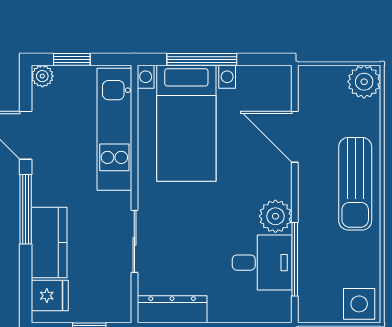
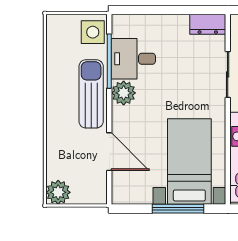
sun lounger: (355, 184) -> (91, 94), moved
side table: (359, 304) -> (93, 32), moved
dresser: (172, 309) -> (208, 24), width x0.70

